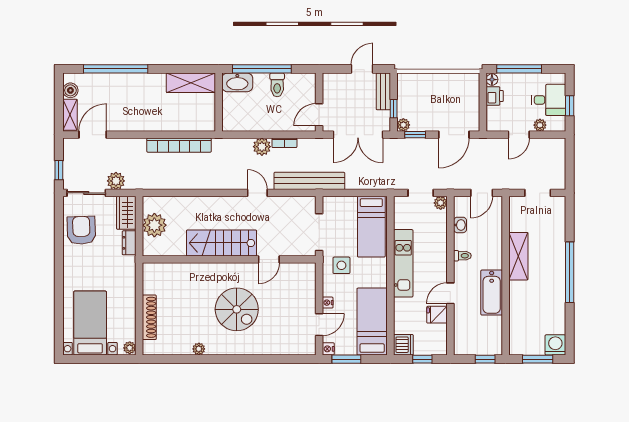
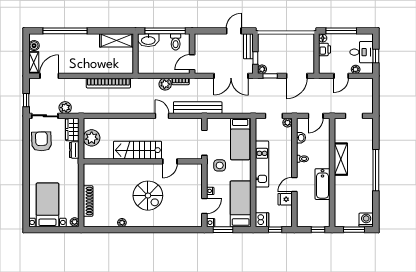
wall: (319, 102) -> (192, 54), moved
door: (319, 115) -> (192, 62), moved

